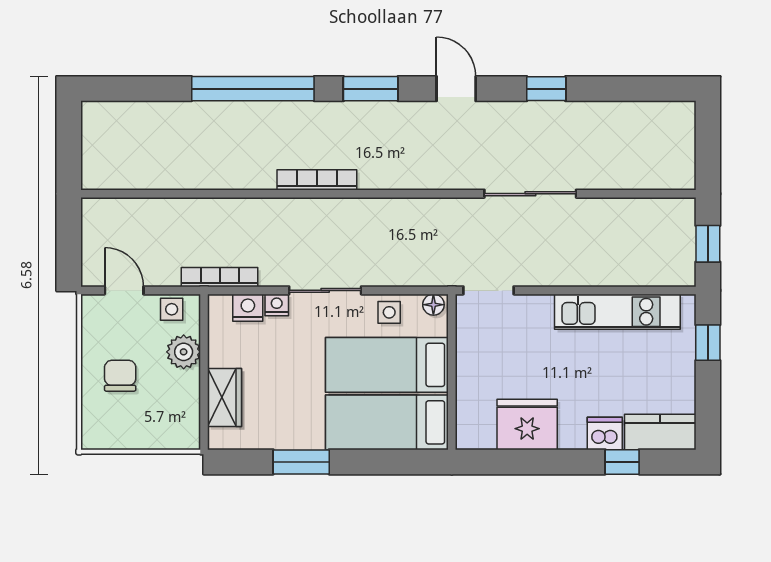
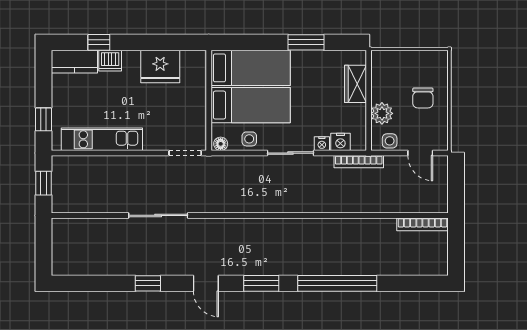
bookcase: (317, 180) -> (422, 224), moved

